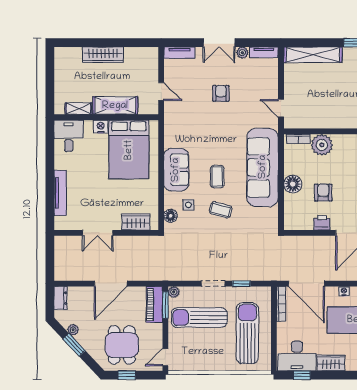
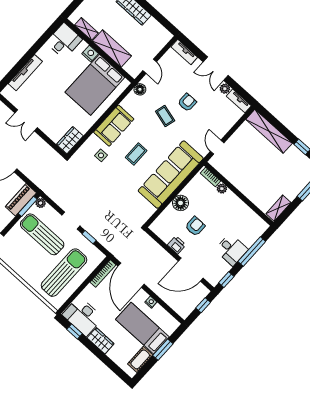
plant: (322, 145) -> (222, 189), width x0.53, depth x0.53
coffee table: (221, 210) -> (165, 116), moved
floor lamp: (171, 216) -> (140, 89), moved
wardrobe: (136, 222) -> (70, 140), moved, turned -90

